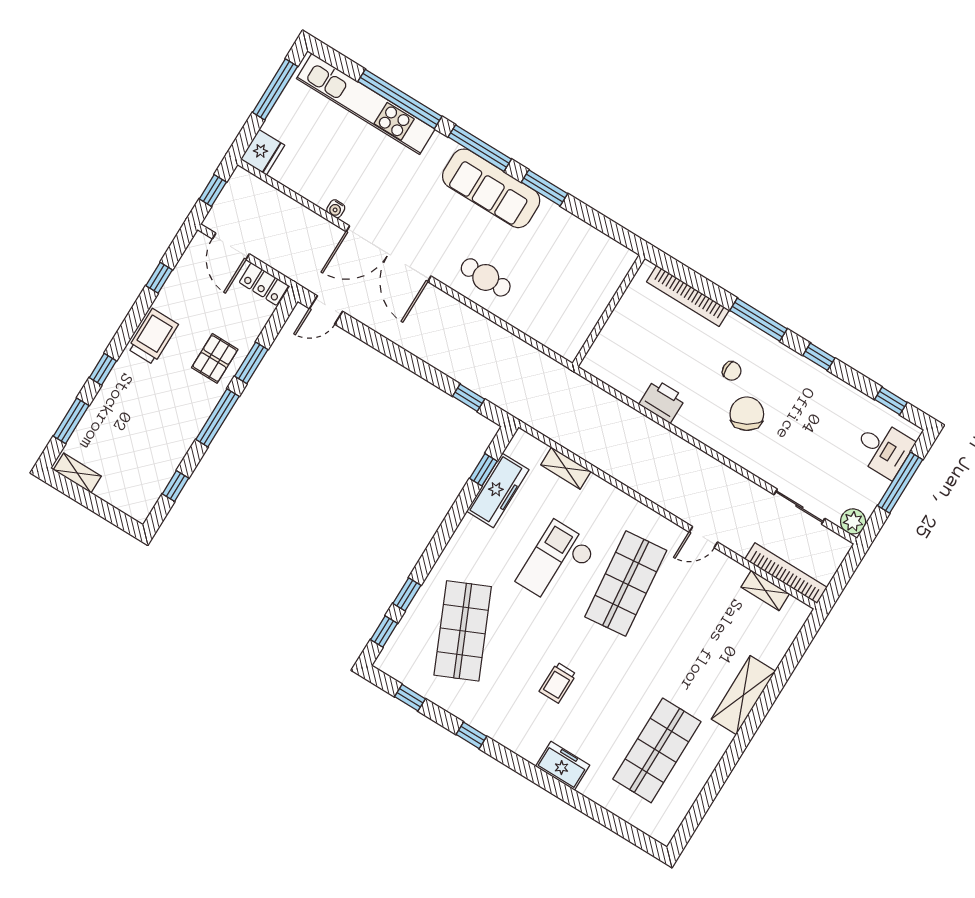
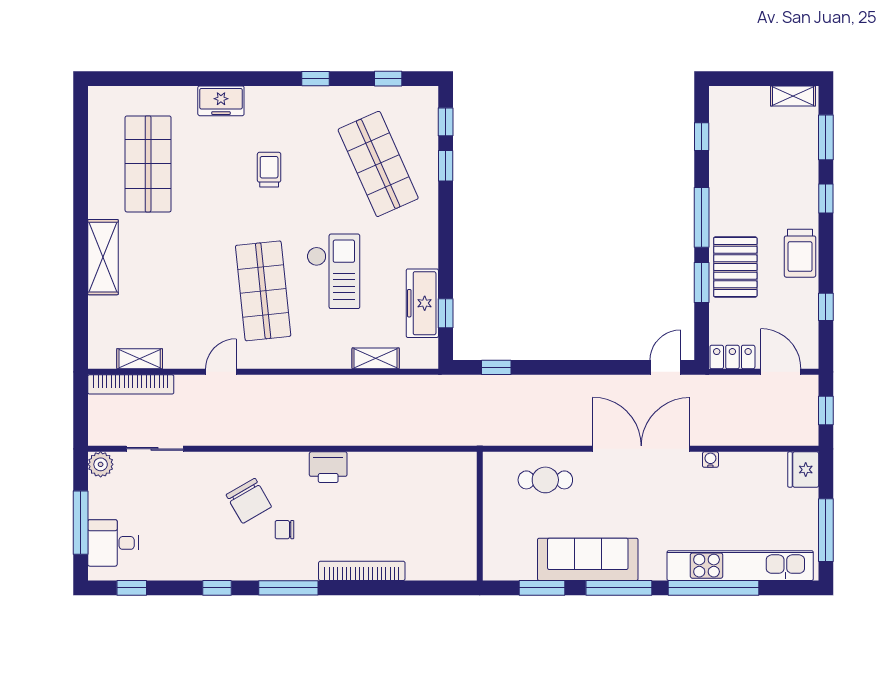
wall: (609, 311) -> (480, 516), moved
pallet: (215, 358) -> (735, 267), width x1.50, depth x1.42

